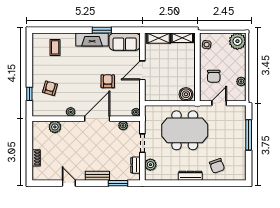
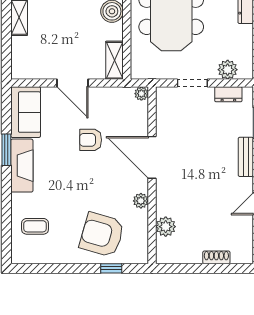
shelving: (159, 38) -> (114, 60), moved
armchair: (50, 88) -> (102, 235), width x1.88, depth x1.88
plant: (123, 126) -> (163, 114), removed

